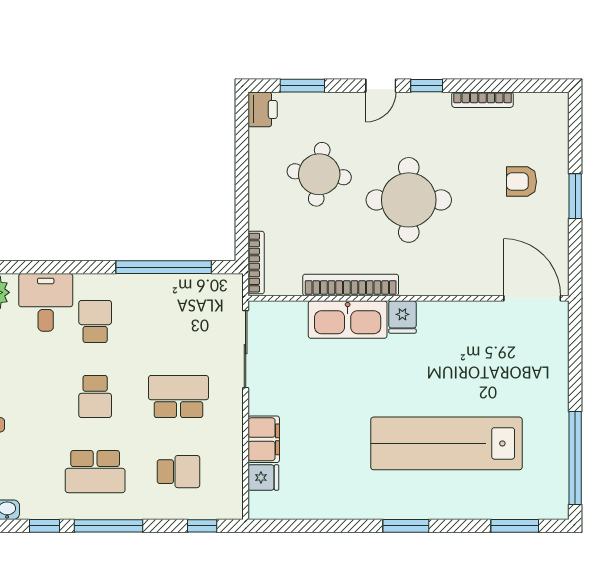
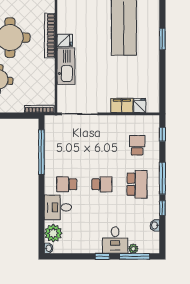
bookcase: (351, 285) -> (50, 36), moved
school desk: (178, 397) -> (102, 145), removed

